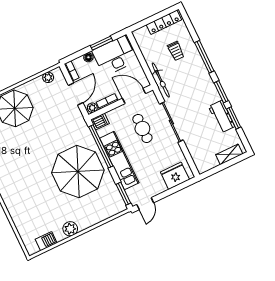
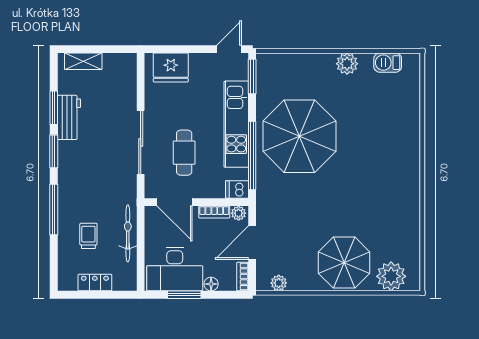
locker: (164, 22) -> (95, 283), width x0.66
bicycle: (161, 80) -> (128, 233), moved

